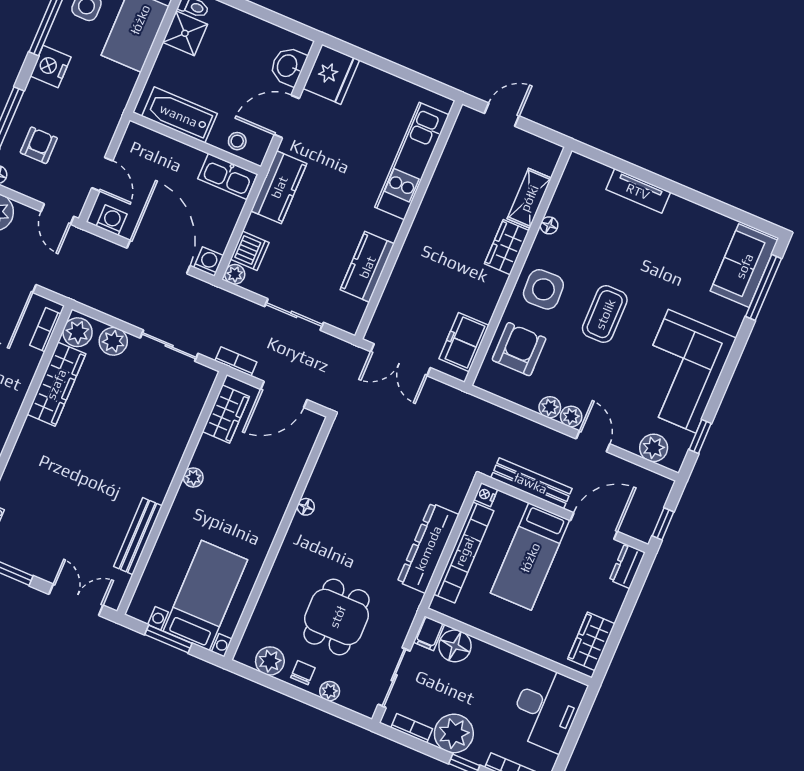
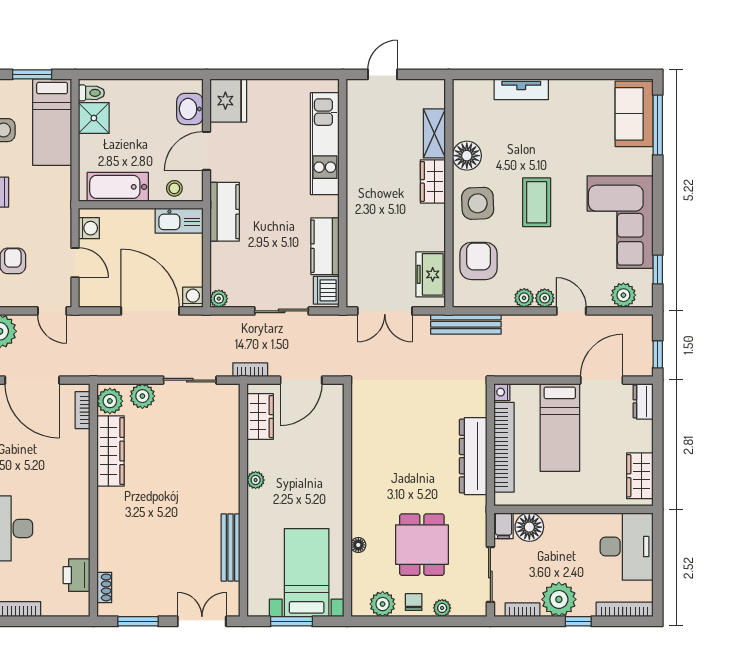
washing machine: (112, 220) -> (89, 228), moved, turned 90
floor lamp: (549, 225) -> (467, 156), width x1.89, depth x1.89
dishwasher: (250, 251) -> (326, 290), moved, turned 180
bench: (531, 483) -> (466, 324), moved
floor lamp: (306, 507) -> (358, 545), moved

